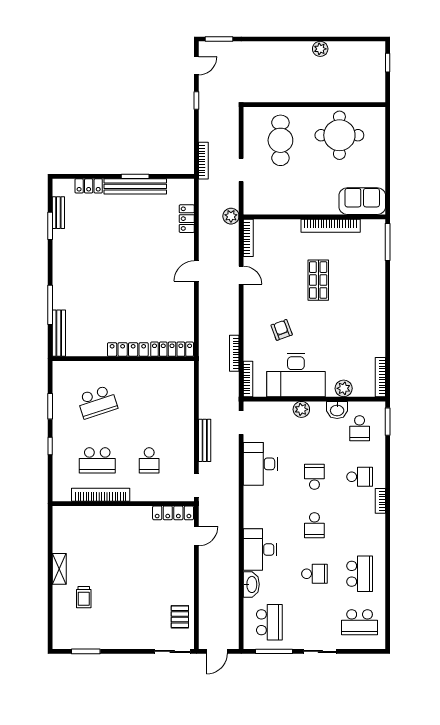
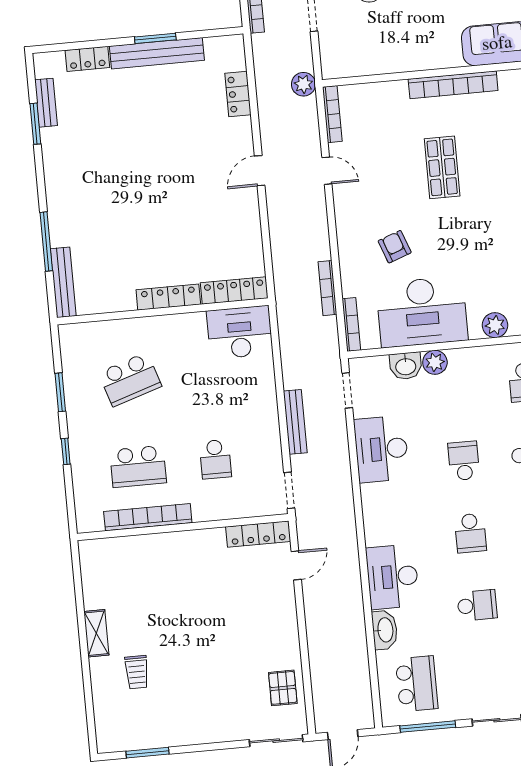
desk: (173, 377) -> (240, 332), added
washbasin: (337, 410) -> (406, 366), moved

